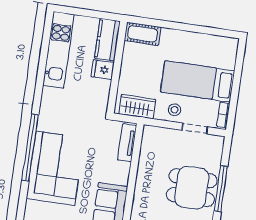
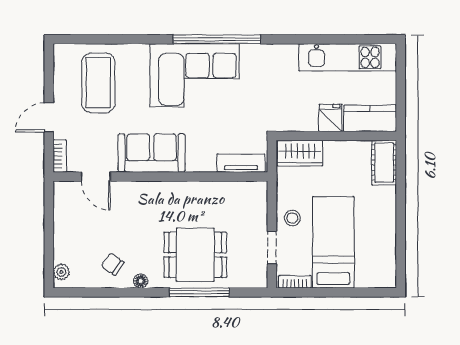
wardrobe: (137, 107) -> (300, 153), moved, turned 90
dining table: (192, 188) -> (195, 255), turned 90

